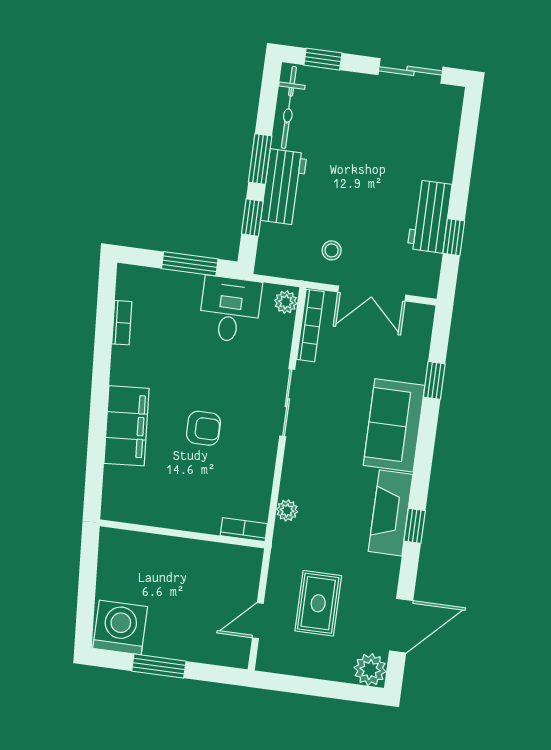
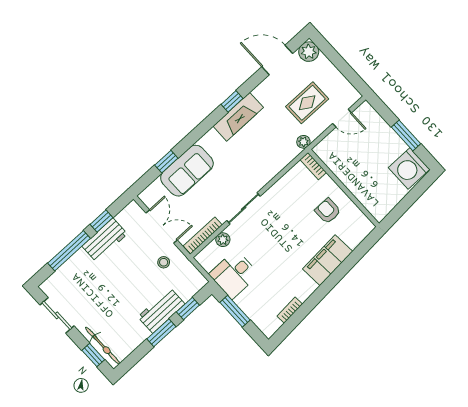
bicycle: (289, 107) -> (103, 346), moved, turned 90
window: (463, 165) -> (69, 251), added
plant: (286, 302) -> (223, 240), moved
sofa: (394, 425) -> (187, 171), moved
armchair: (203, 428) -> (328, 211), moved
plant: (287, 510) -> (303, 142), moved

